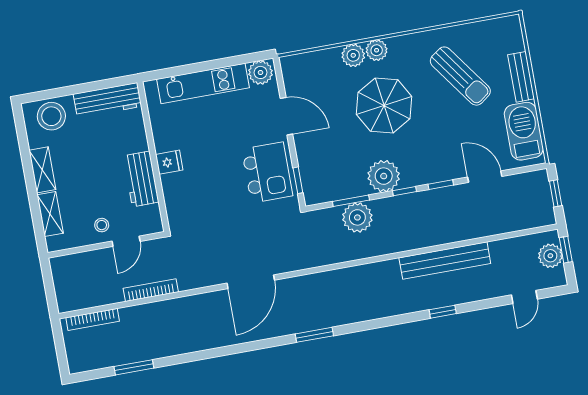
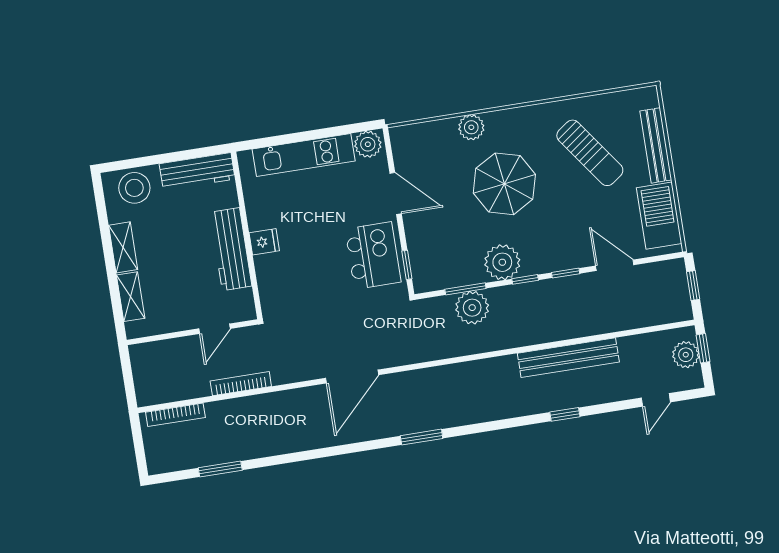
plant: (377, 50) -> (497, 122), removed
bench: (521, 77) -> (656, 145), width x1.36
workbench: (141, 179) -> (231, 249), width x1.38
stool: (102, 225) -> (188, 310), removed

